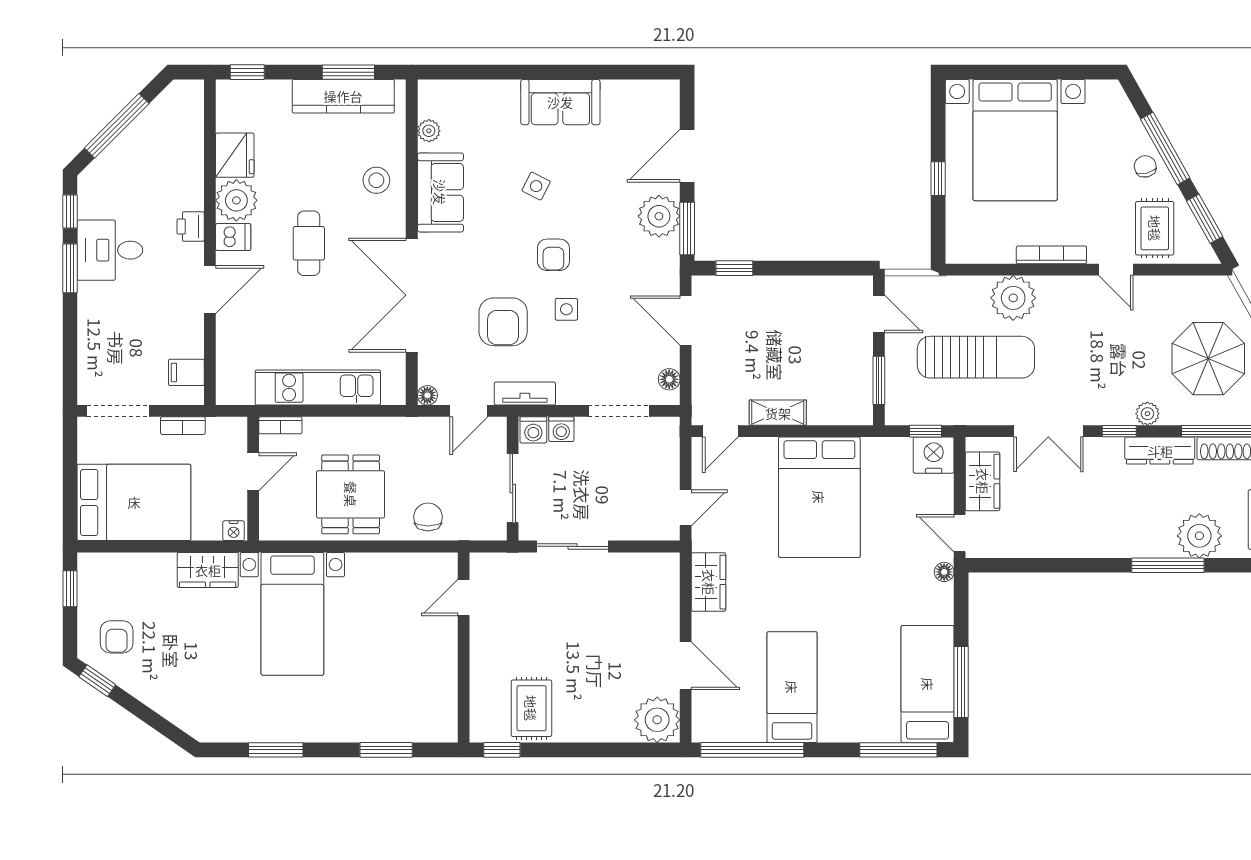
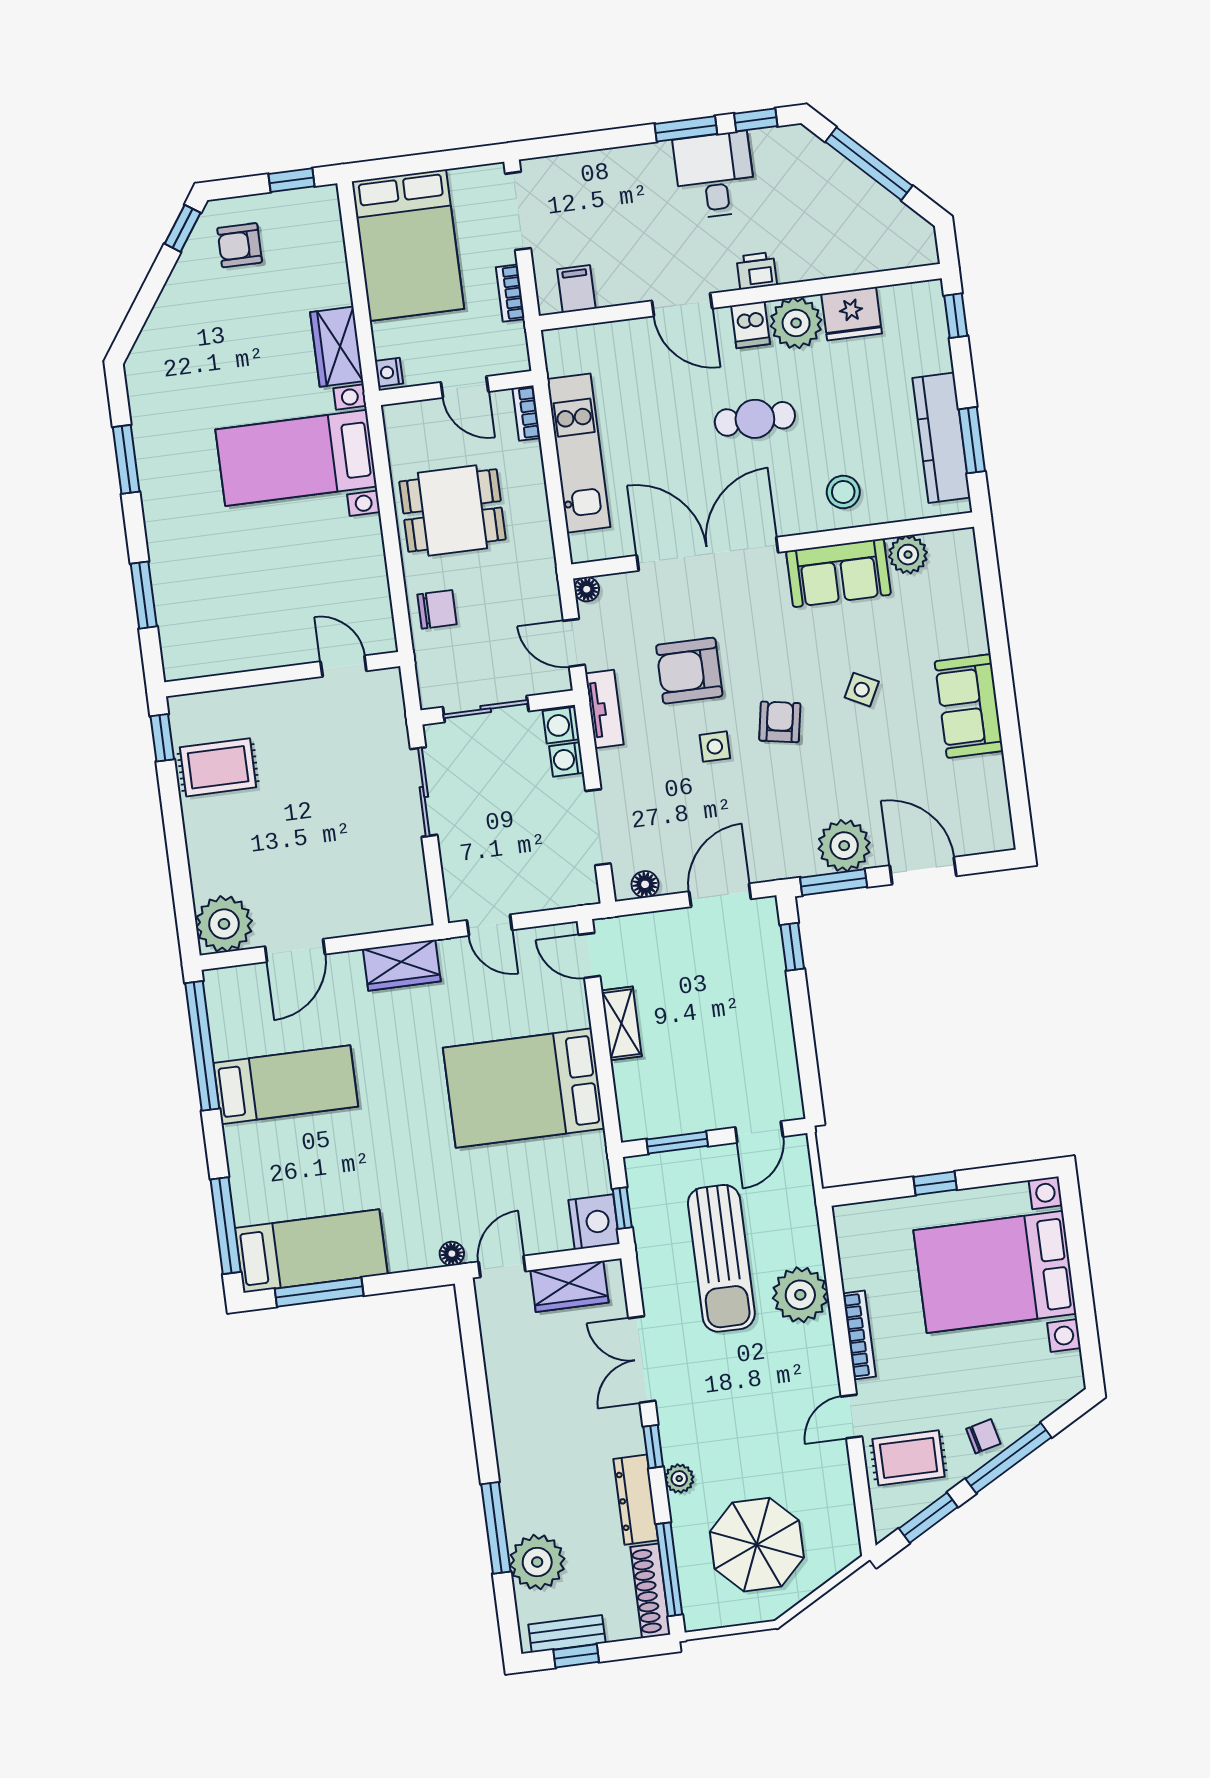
plant: (429, 131) -> (908, 555), width x1.38, depth x1.38
armchair: (553, 255) -> (780, 722), turned 100

